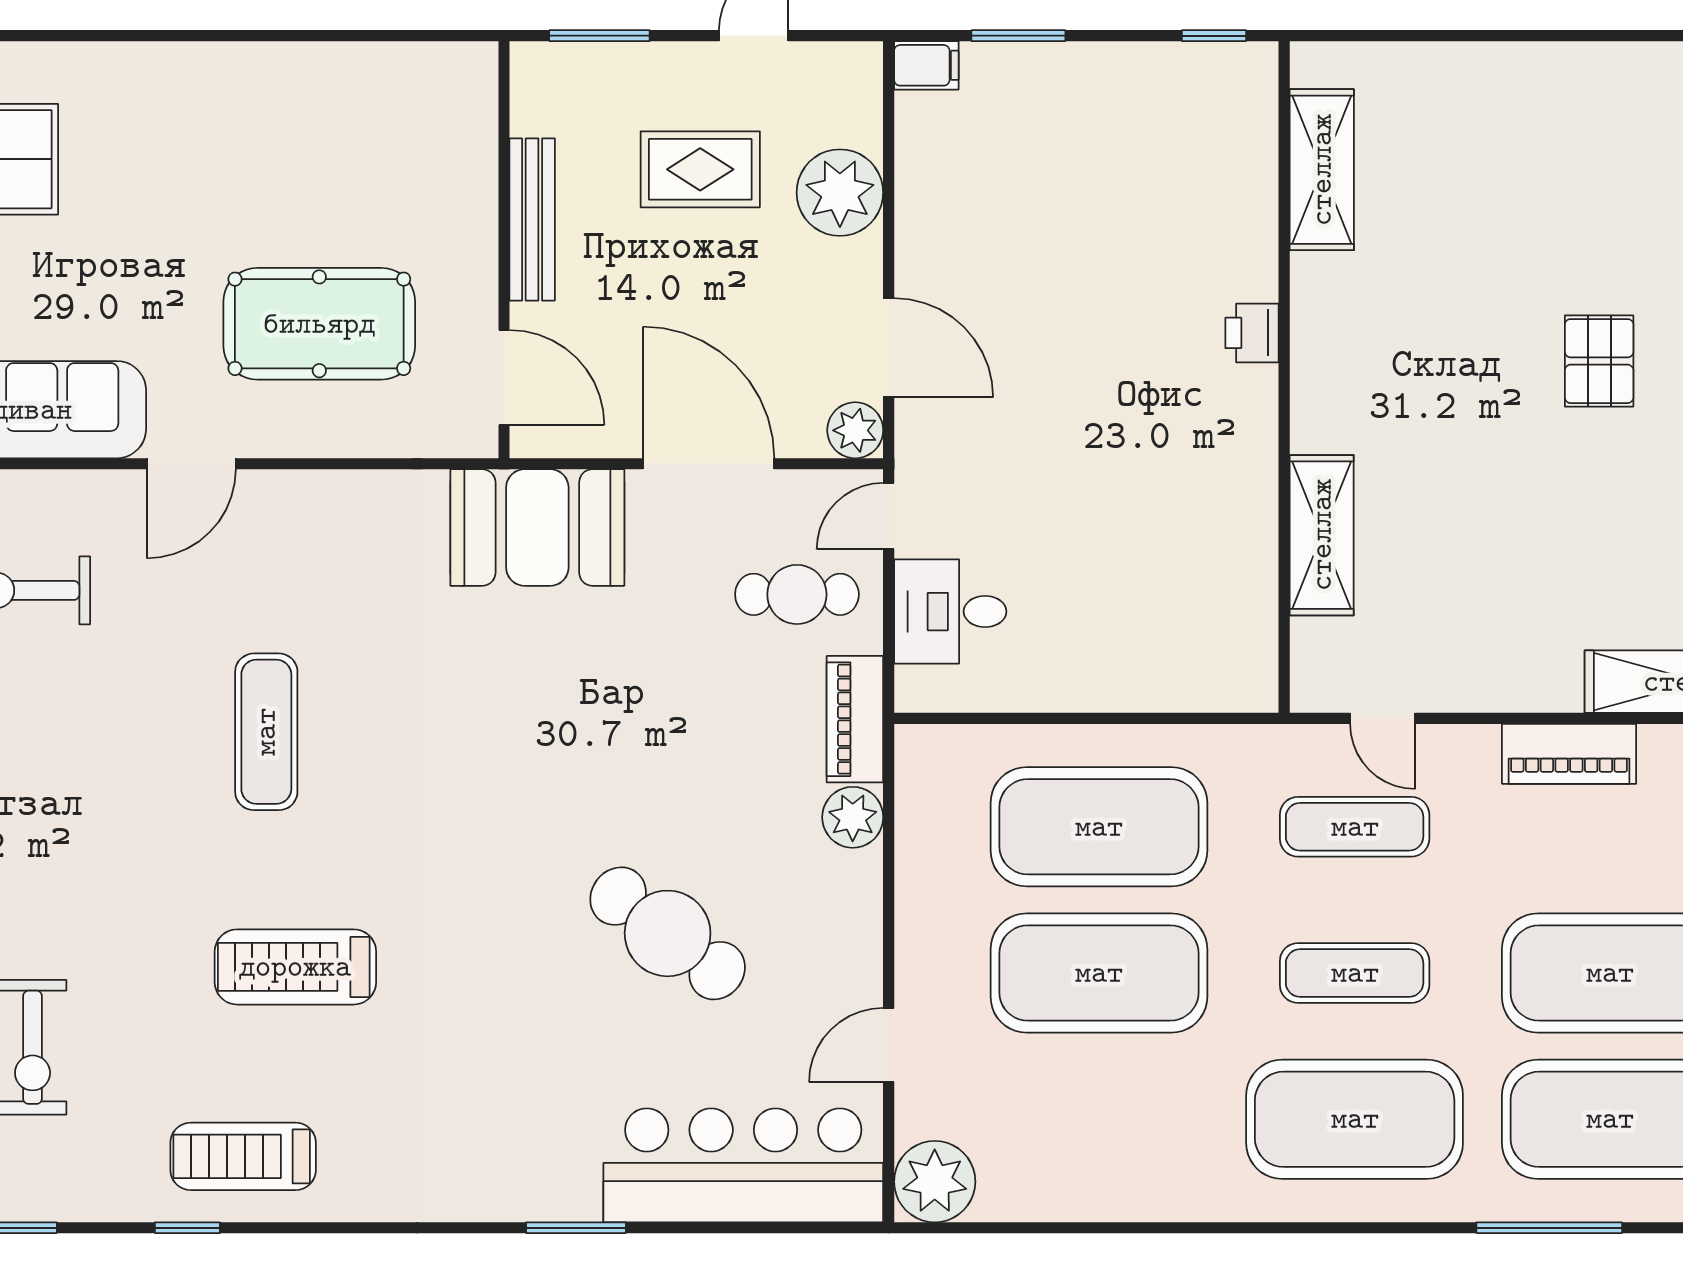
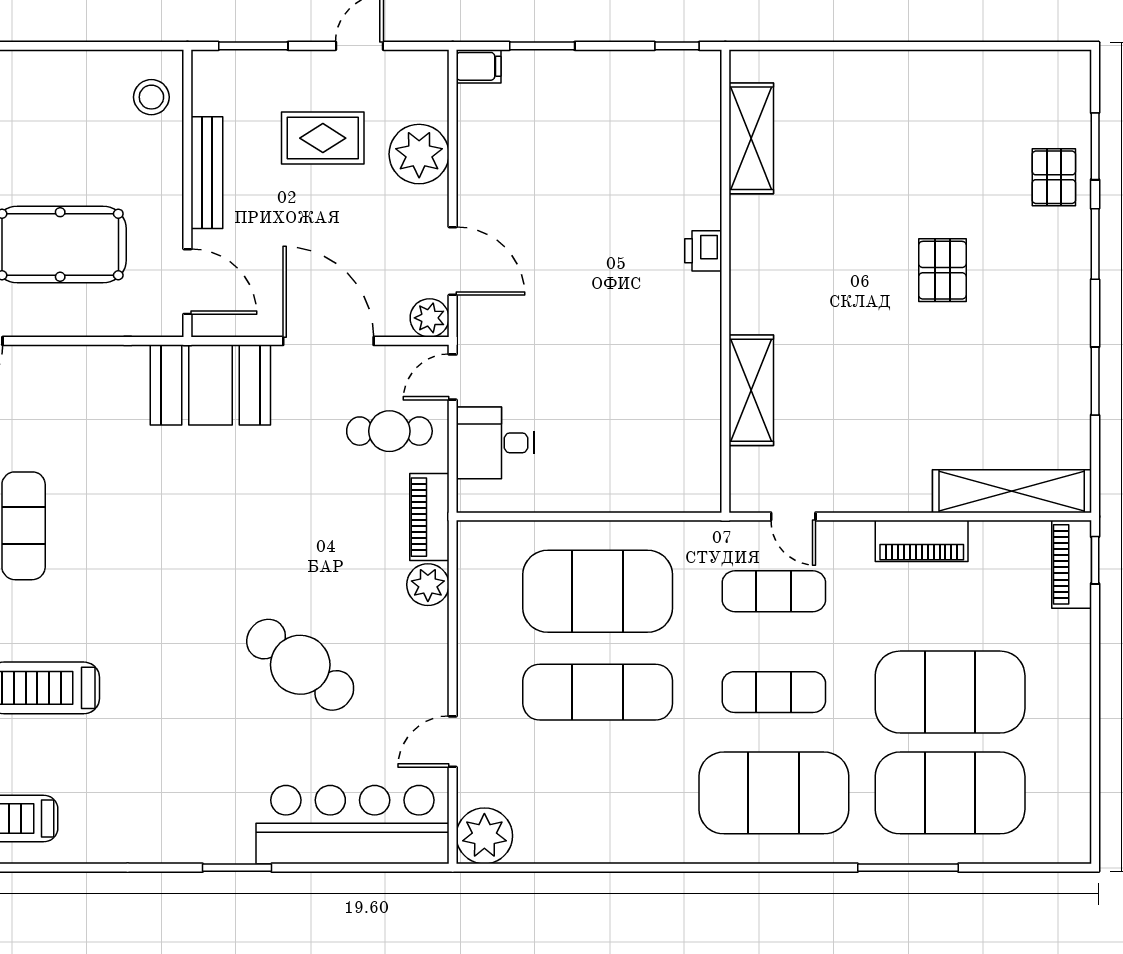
stool: (452, 110) -> (151, 97), added
exercise mat: (1099, 973) -> (598, 692), width x0.68

